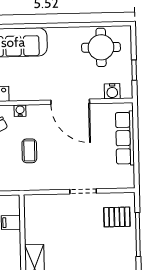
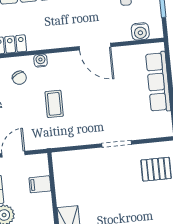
door: (70, 102) -> (95, 47), width x0.73

